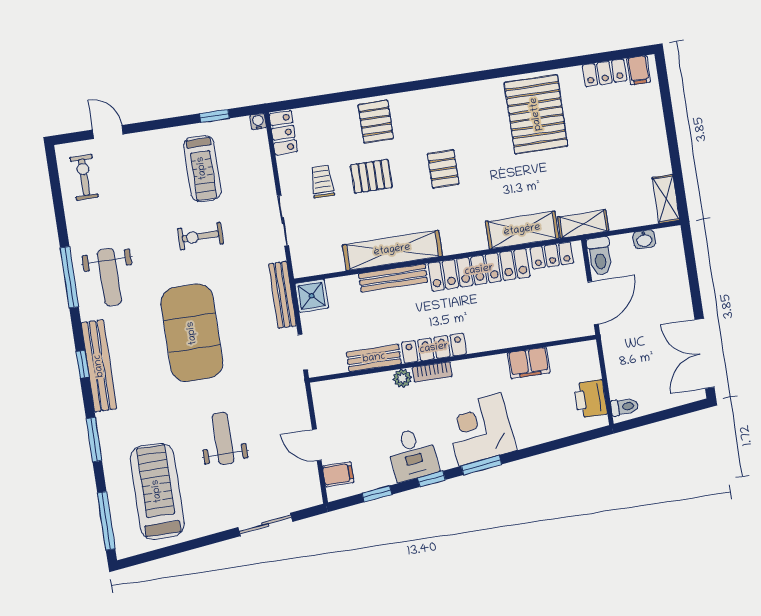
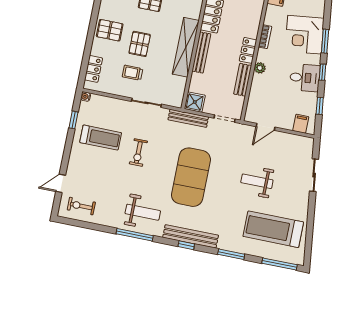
locker: (283, 133) -> (93, 69), moved, turned 90
exercise mat: (192, 333) -> (191, 177), turned 90
locker: (434, 348) -> (248, 50), width x0.66
bookcase: (432, 372) -> (265, 37), moved
door: (317, 445) -> (266, 127), moved

